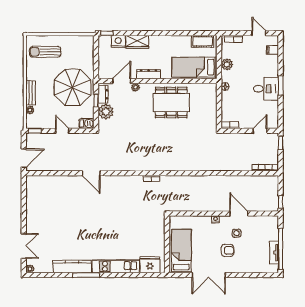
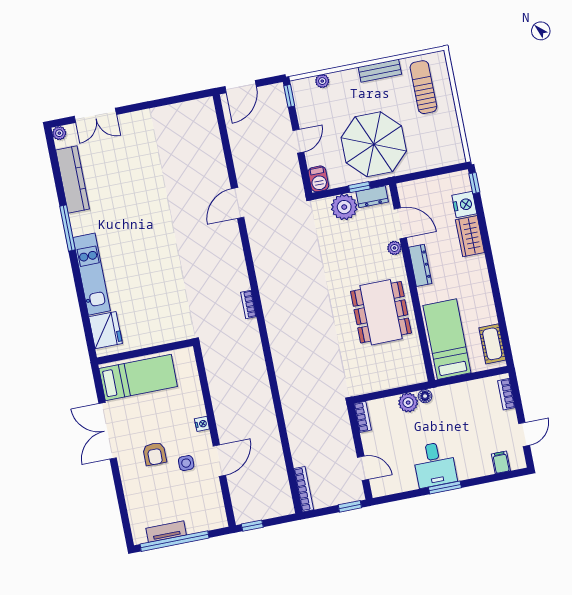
plant: (227, 64) -> (408, 403), moved
bench: (31, 93) -> (380, 71), moved
door: (24, 158) -> (241, 87), hinge flipped
kitchen counter: (72, 267) -> (73, 180), moved

